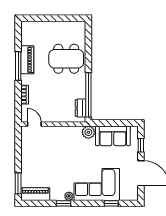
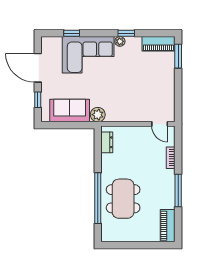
dining table: (66, 59) -> (123, 199), turned 90
piano: (27, 60) -> (168, 226), moved
window: (88, 95) -> (98, 198), moved

